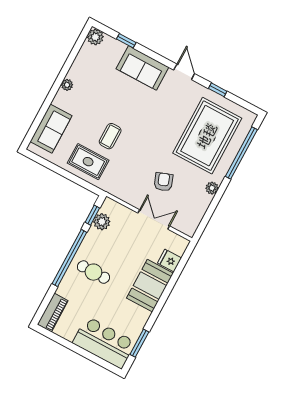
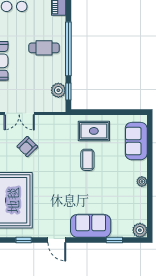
armchair: (163, 182) -> (27, 147), turned 65

